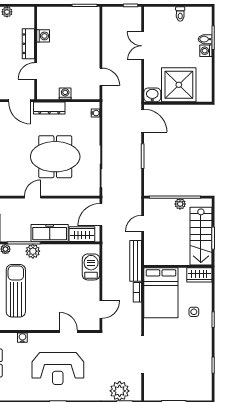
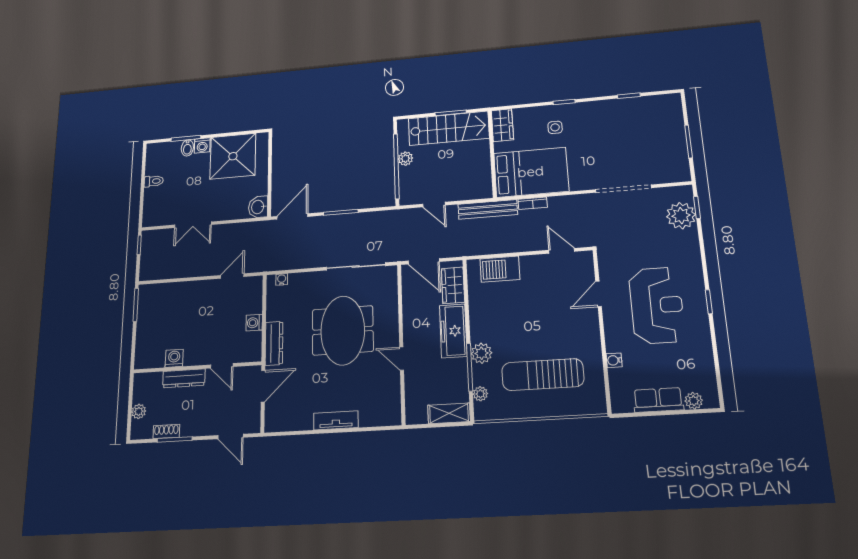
shower: (179, 85) -> (233, 156), moved

